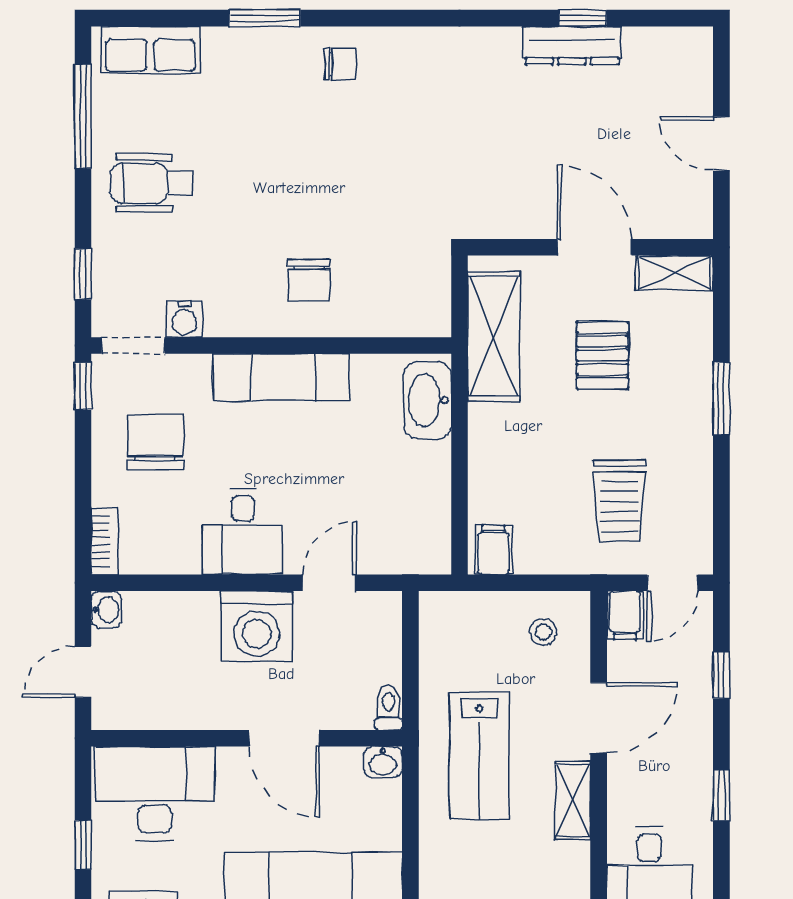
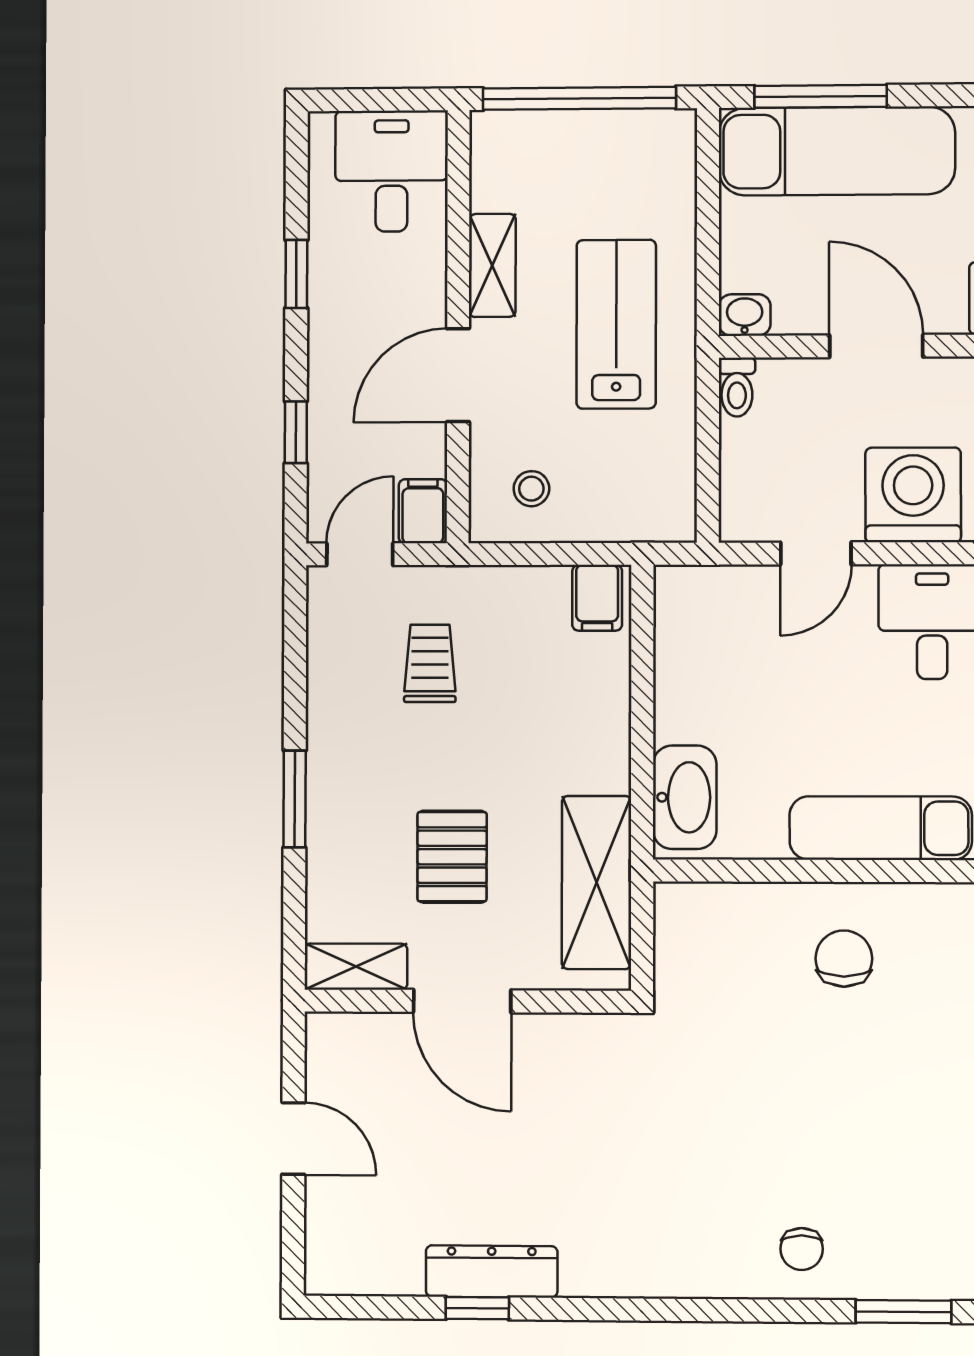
chair: (340, 64) -> (802, 1249), turned -90
trolley: (619, 501) -> (430, 663), width x0.73, depth x0.72

